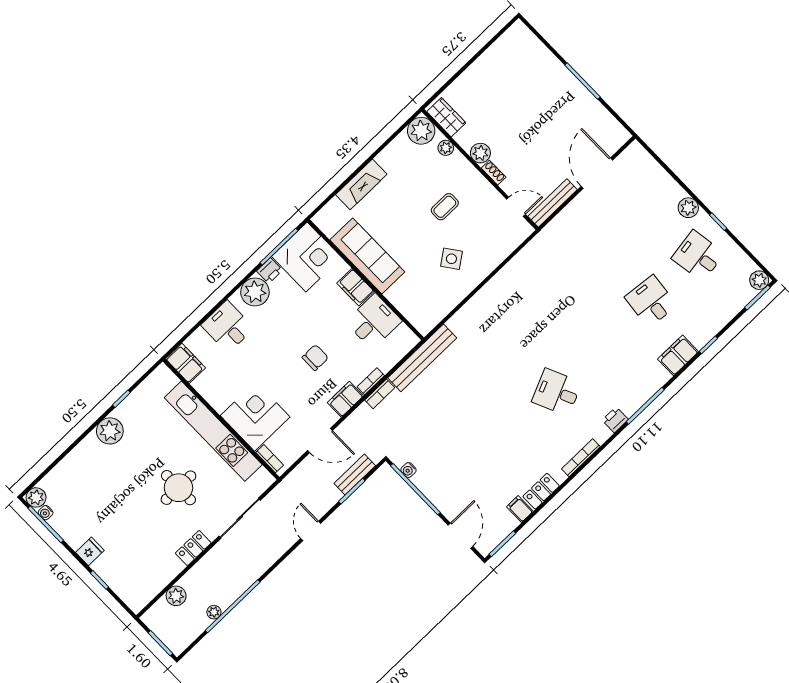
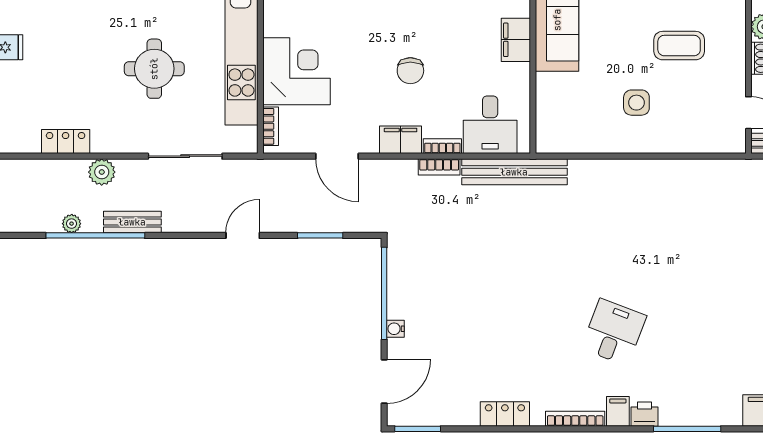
coffee table: (445, 207) -> (679, 46), width x1.36, depth x1.30
side table: (451, 259) -> (636, 103), turned 36
desk: (374, 321) -> (490, 125), moved, turned 90
chair: (315, 358) -> (410, 71), turned 90
desk: (557, 392) -> (614, 332), turned 45
water cooler: (408, 470) -> (395, 329), moved
bench: (355, 475) -> (132, 222), moved
filing cabinet: (520, 509) -> (618, 411), moved
locker: (193, 548) -> (66, 142), moved
plant: (176, 596) -> (102, 172), moved

